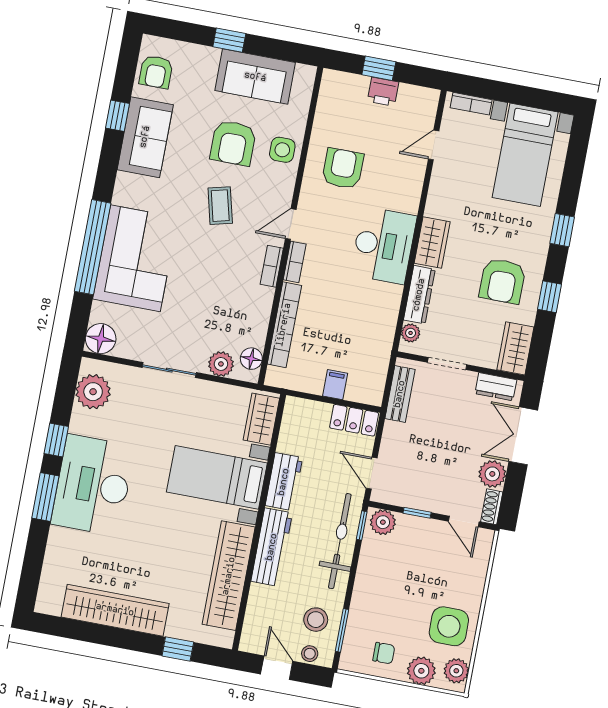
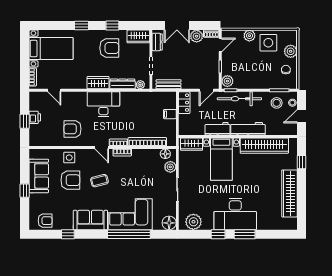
sofa: (145, 137) -> (90, 220), moved
plant: (456, 671) -> (249, 36), moved

